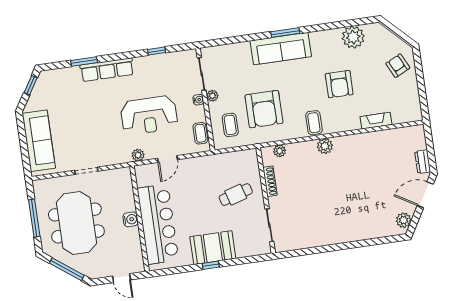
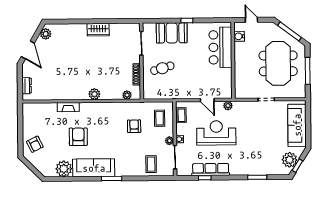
sofa: (281, 49) -> (94, 168), moved
row of seats: (107, 70) -> (211, 169), moved
plant: (43, 92) -> (290, 160), added
armchair: (264, 109) -> (134, 126), width x0.53, depth x0.53
fireplace: (376, 121) -> (68, 107), moved
coffee table: (314, 123) -> (151, 164), moved
door: (168, 159) -> (207, 100), swing flipped
dresser: (423, 162) -> (27, 86), moved
door: (425, 195) -> (28, 50), hinge flipped
water cooler: (131, 219) -> (239, 36), moved
bar counter: (158, 224) -> (220, 47), width x0.73
wardrobe: (332, 236) -> (98, 30), added
booth: (213, 248) -> (172, 33), moved

